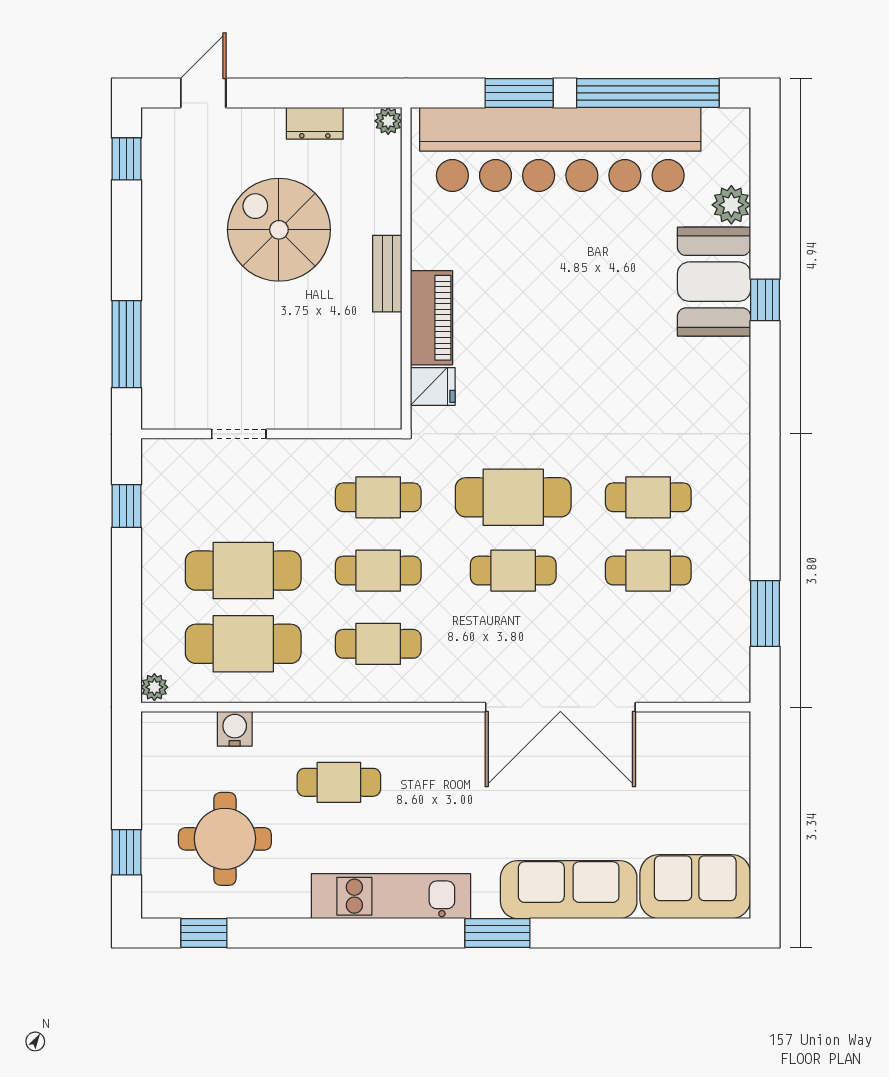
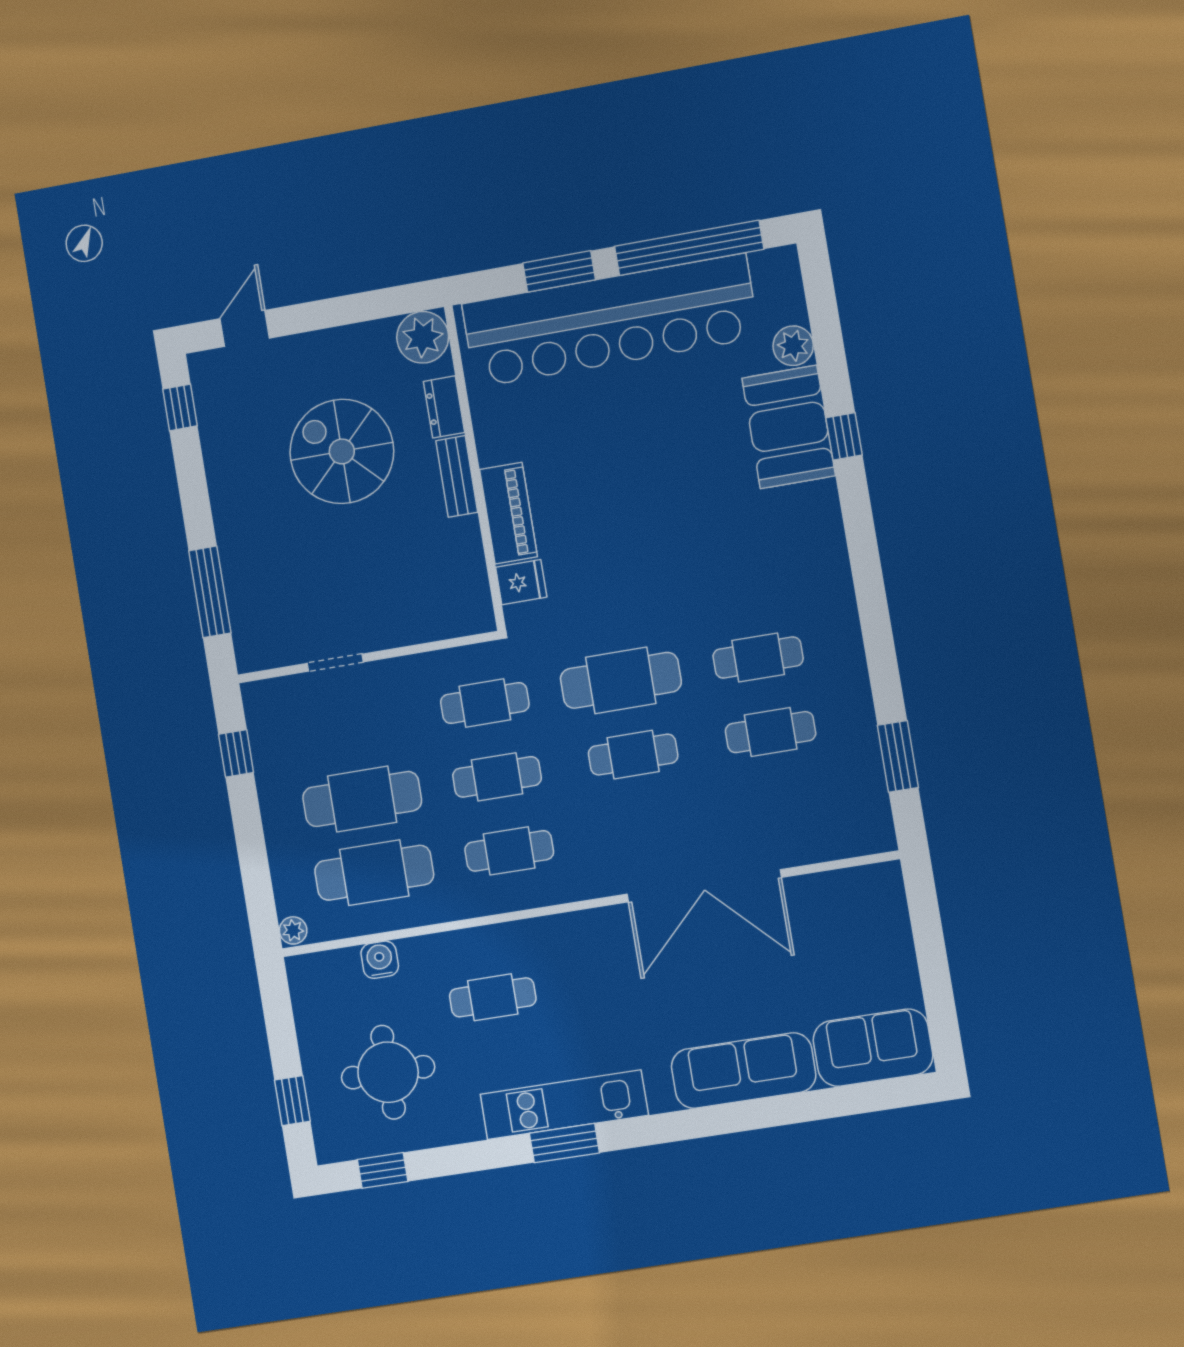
plant: (388, 121) -> (423, 337), width x1.88, depth x1.88
dresser: (315, 123) -> (444, 407), moved, turned 90
window: (497, 933) -> (564, 1143), moved

